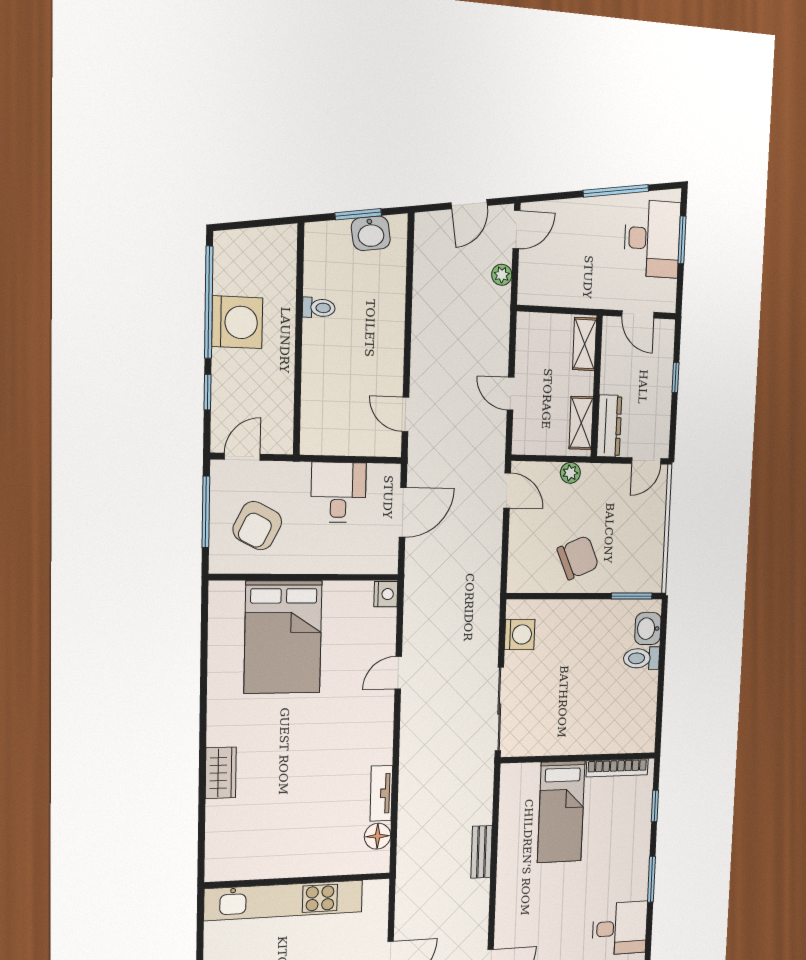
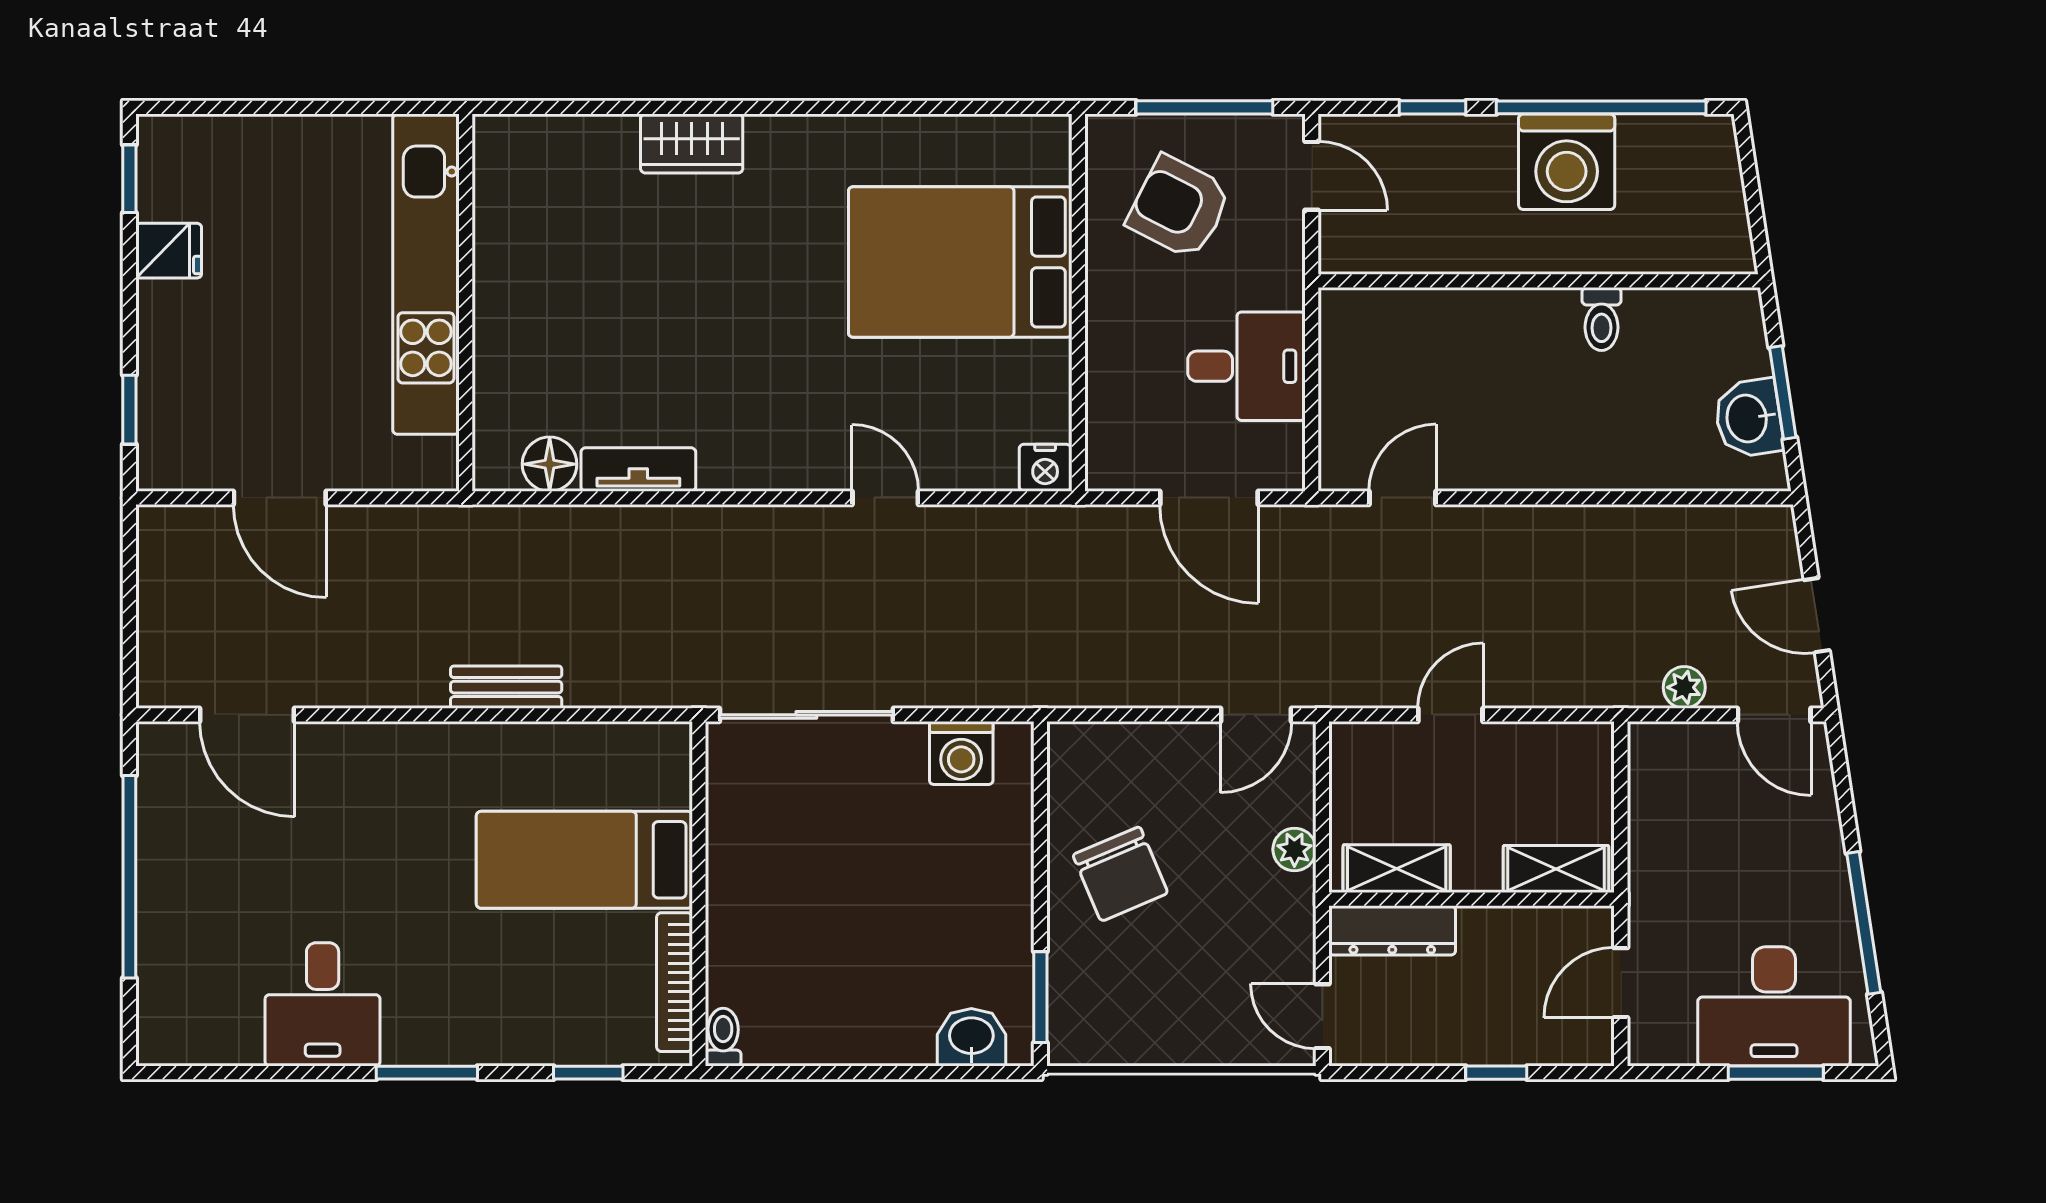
toilet: (642, 658) -> (723, 1037), moved, width x0.73, depth x0.72

